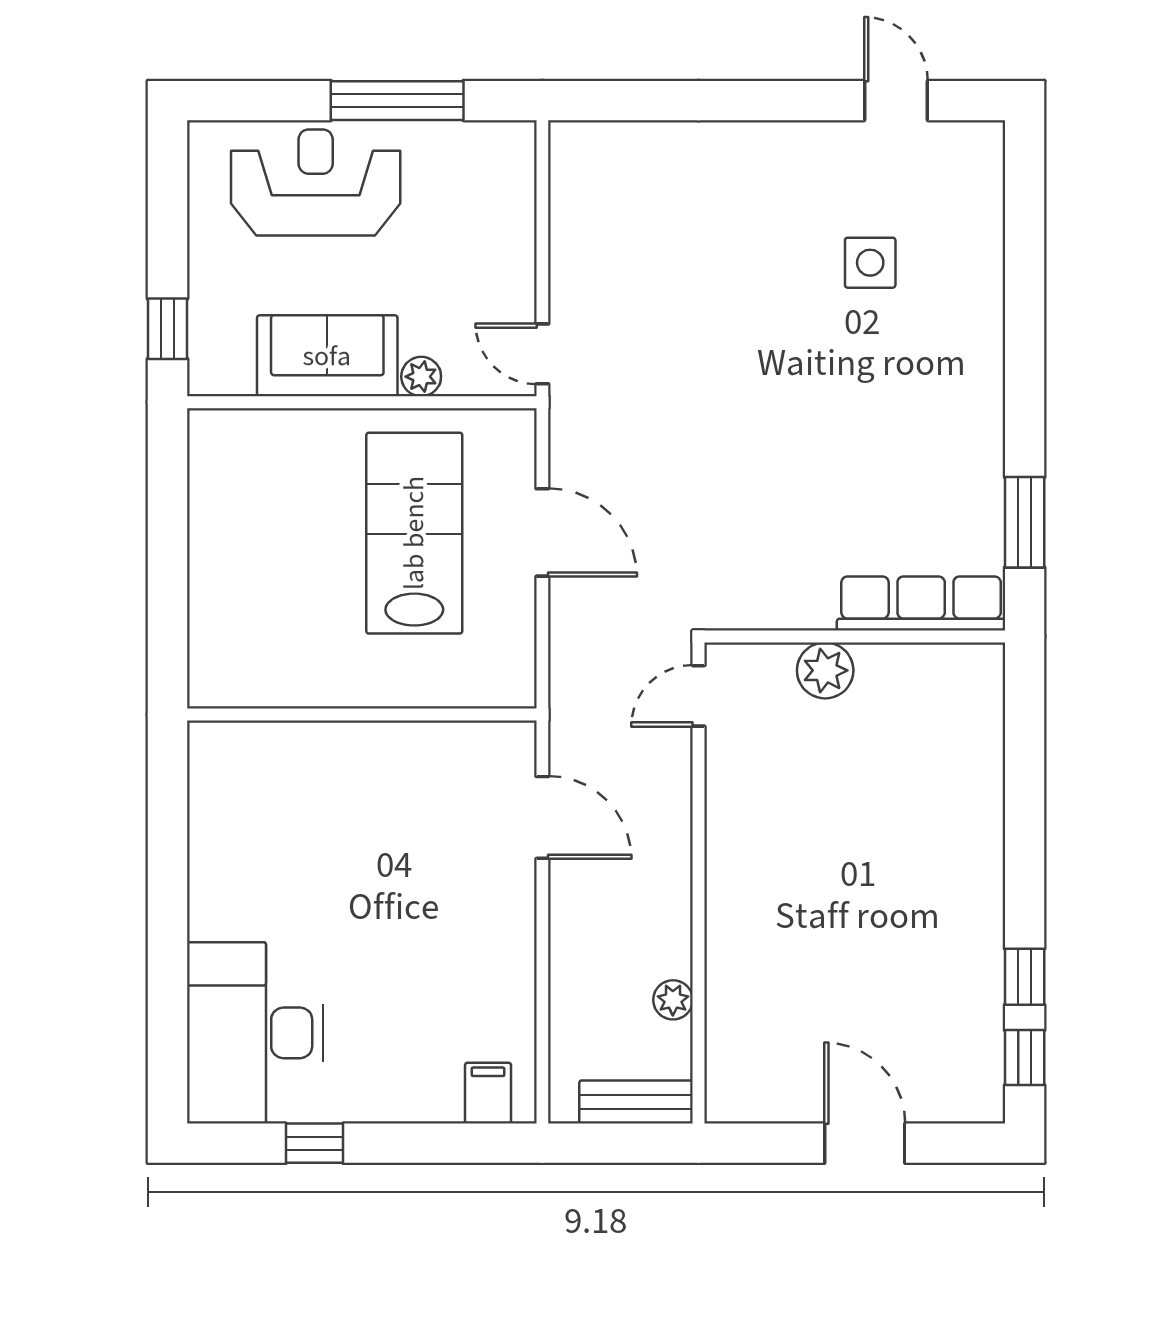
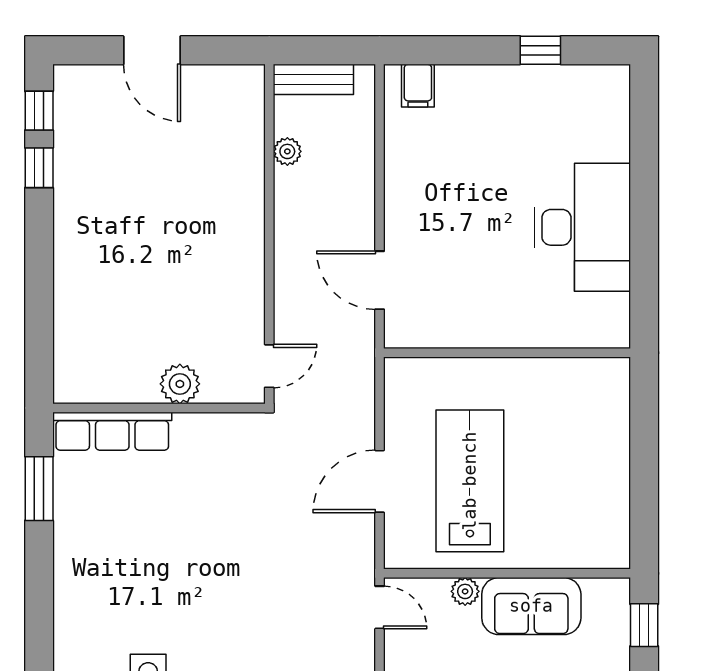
door: (542, 532) -> (380, 481), hinge flipped
lab bench: (414, 533) -> (470, 481), turned 180
desk: (255, 1033) -> (582, 227), moved

